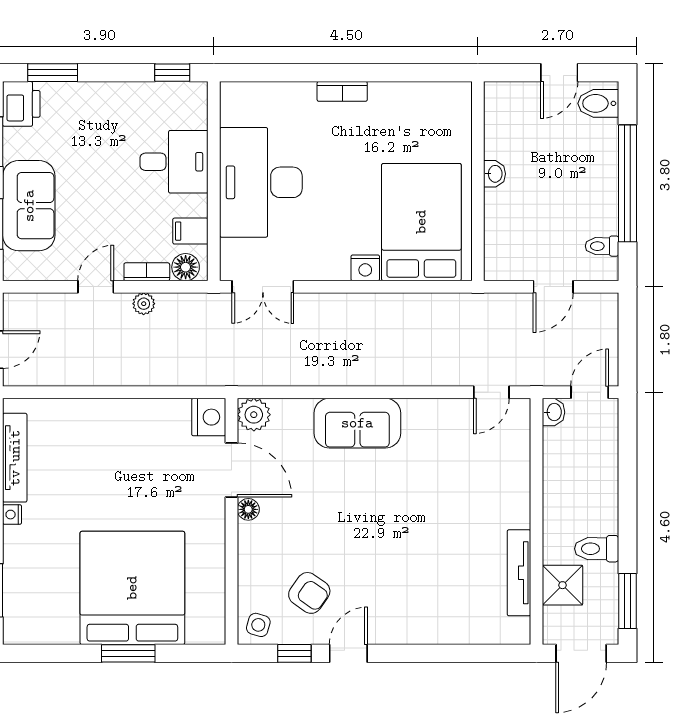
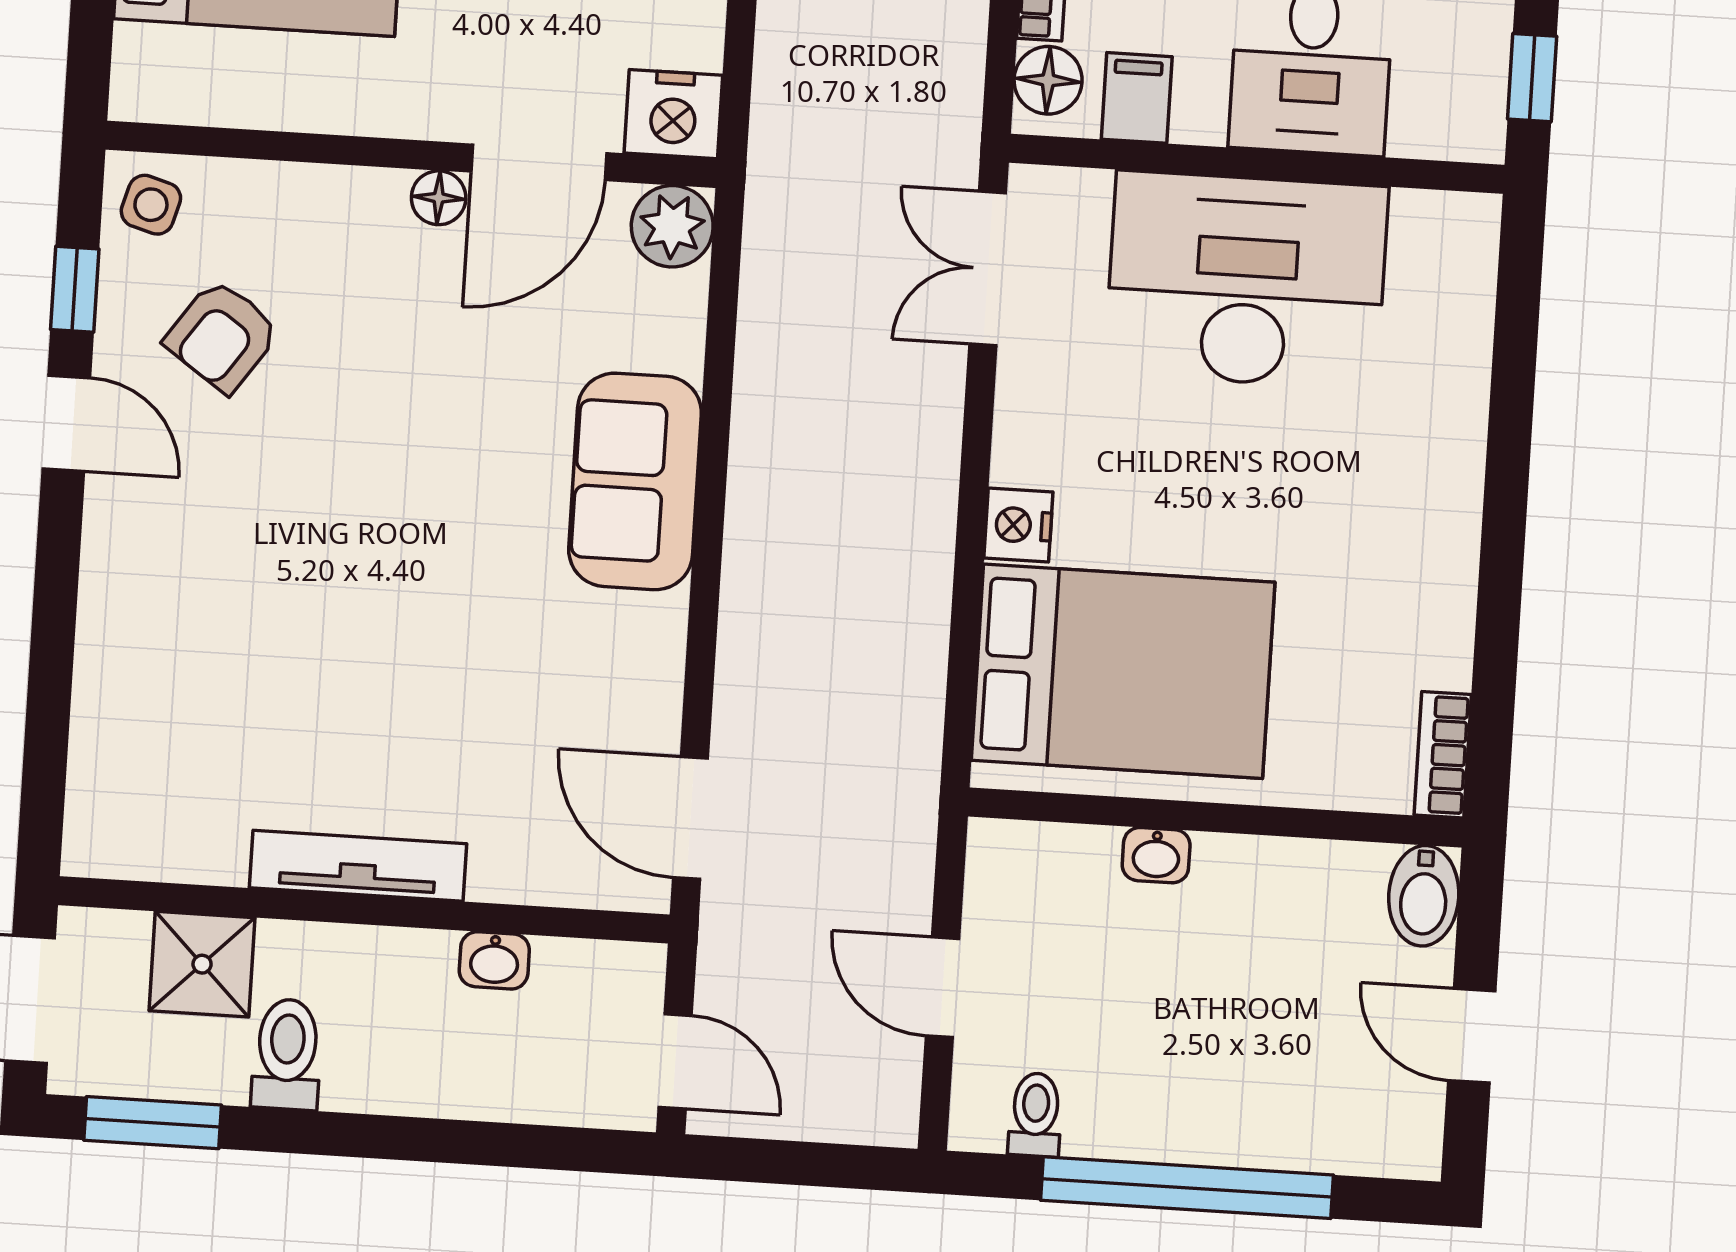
bookcase: (342, 91) -> (1443, 755), moved
bidet: (598, 103) -> (1424, 896), moved, turned 180
washbasin: (495, 174) -> (1156, 855), moved
door: (491, 392) -> (691, 818), width x1.37
washbasin: (554, 412) -> (494, 960), moved
tv unit: (519, 573) -> (358, 866), moved

